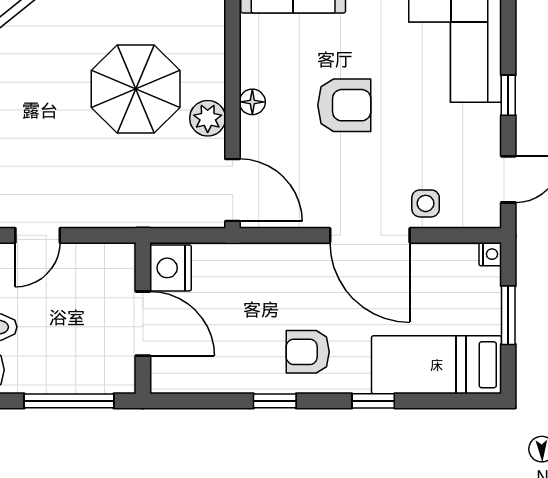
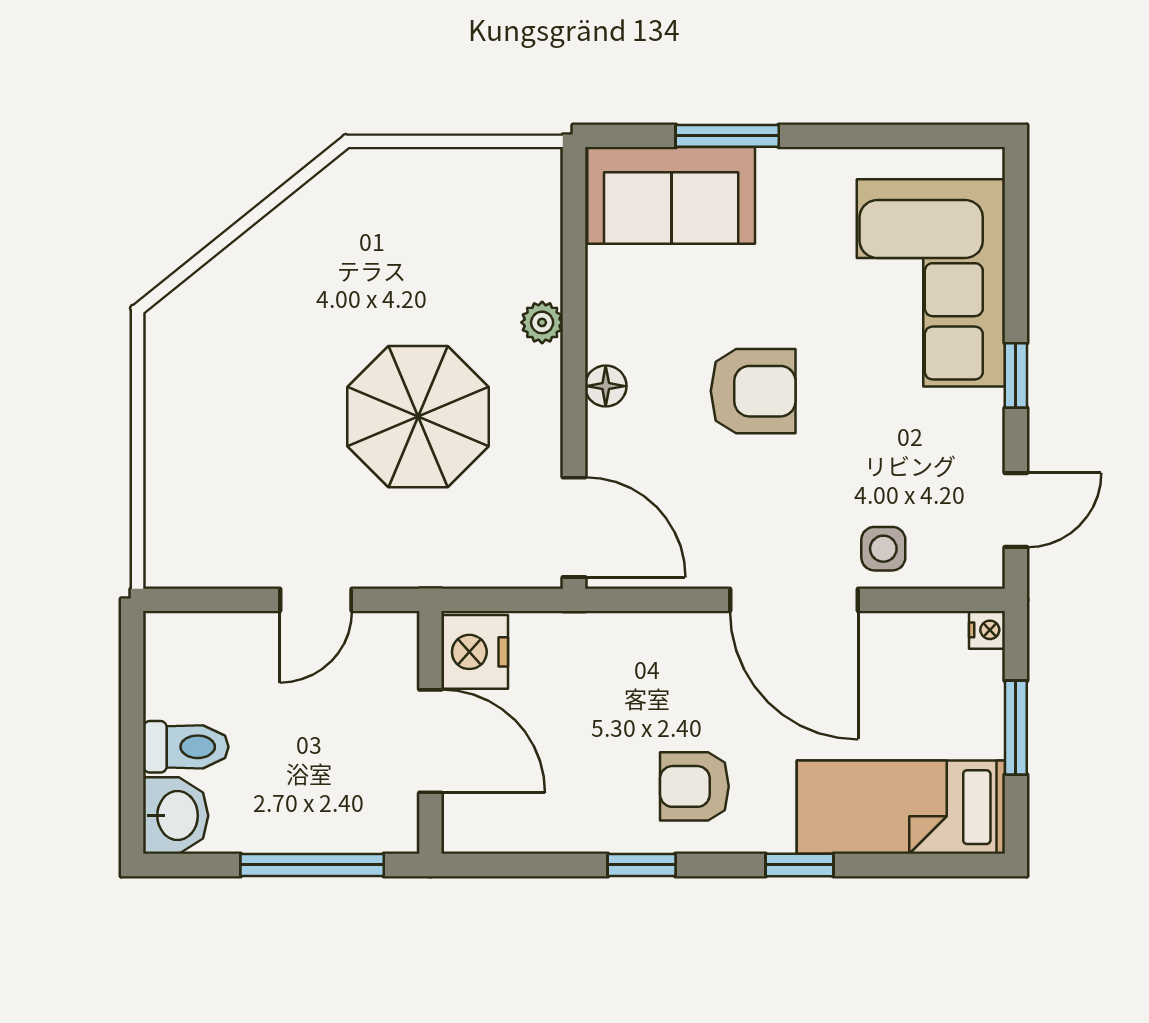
parasol: (136, 89) -> (418, 417), moved
plant: (208, 118) -> (542, 322), moved, width x0.73, depth x0.73
door: (38, 235) -> (316, 600), moved

